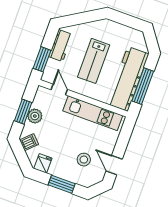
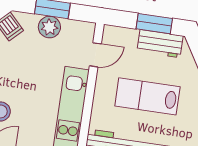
window: (42, 59) -> (154, 24), moved

